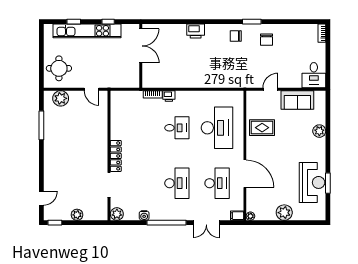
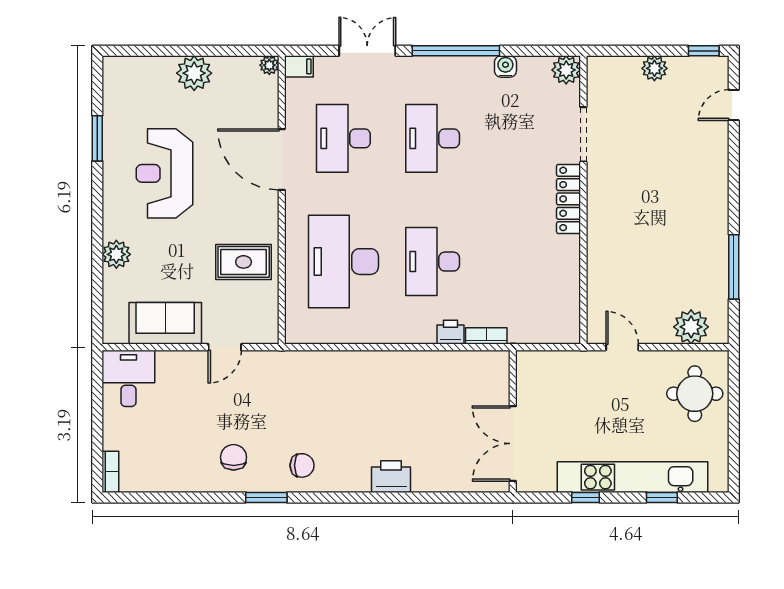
desk: (177, 128) -> (433, 262), width x1.37
reception desk: (312, 182) -> (164, 173), moved

